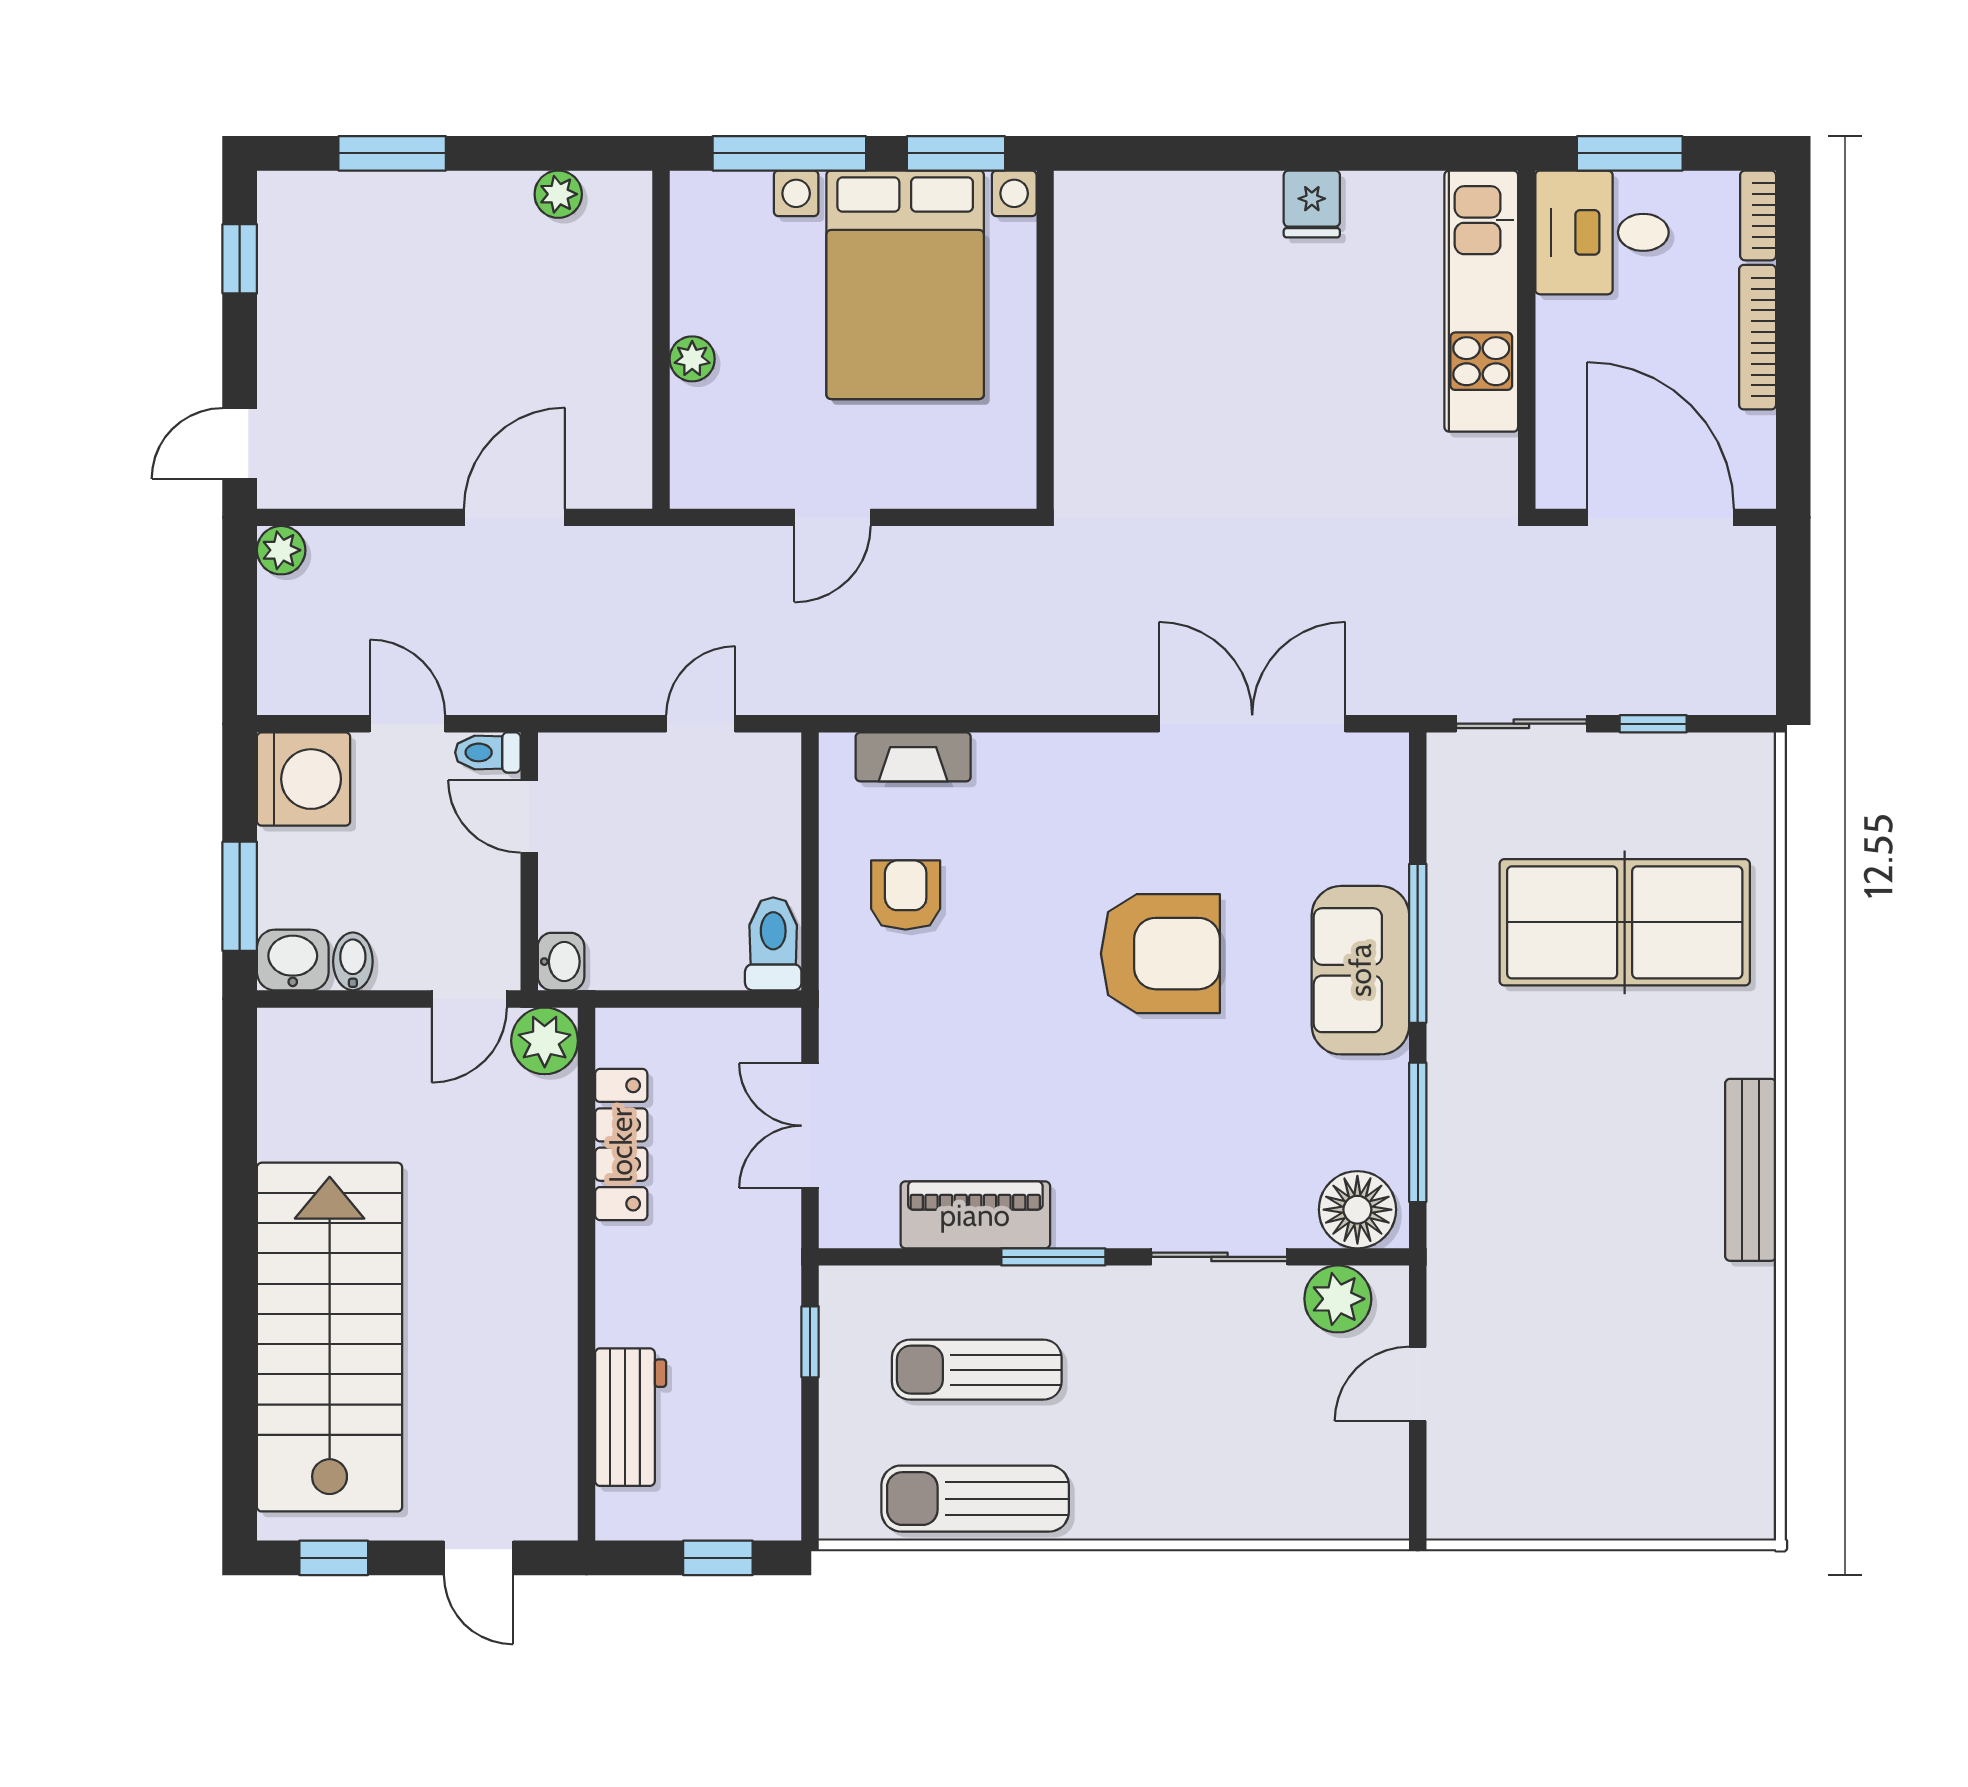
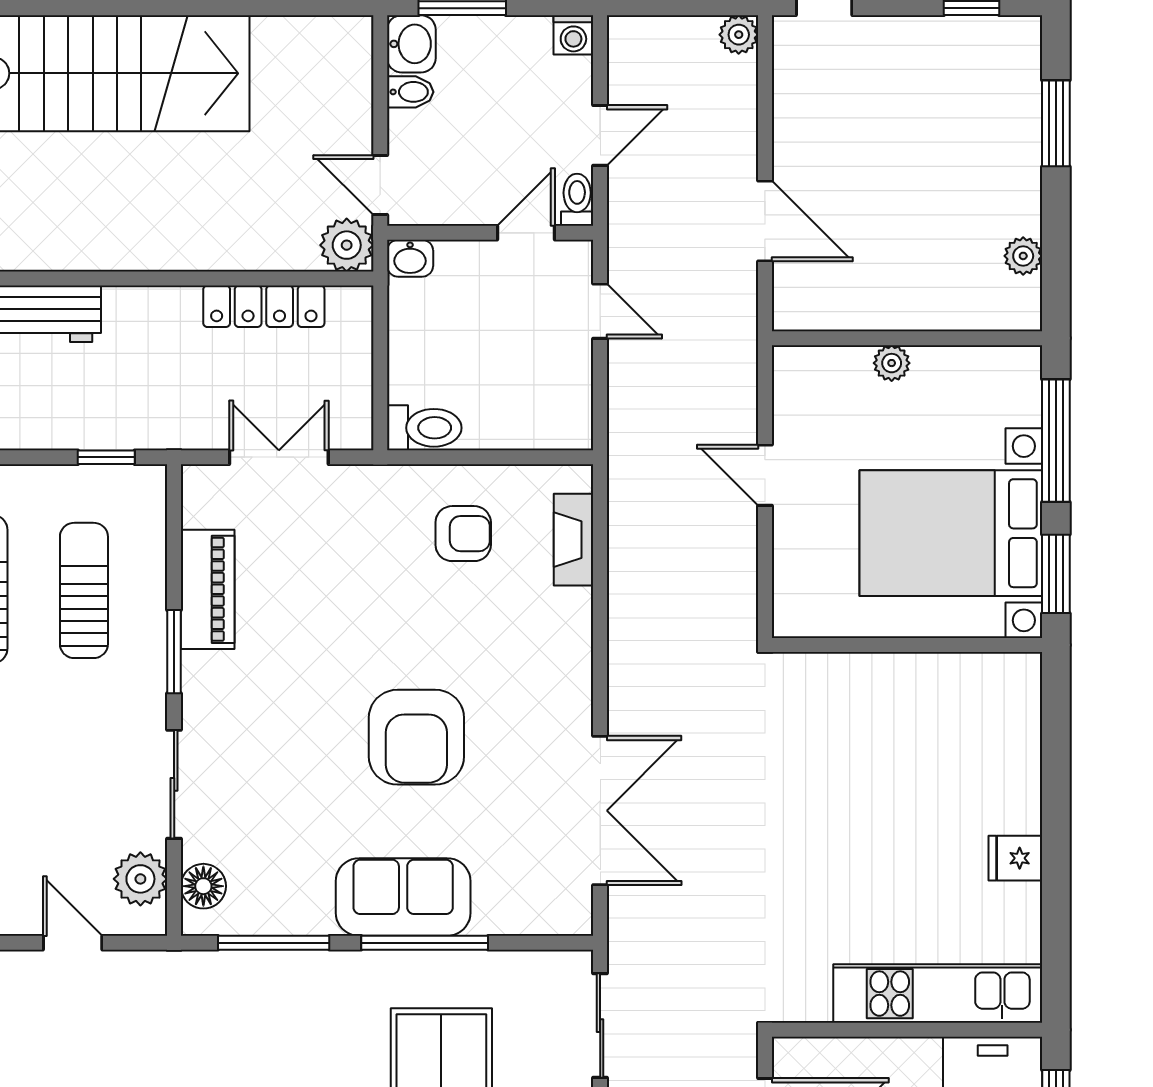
door: (701, 724) -> (600, 311), moved
washing machine: (304, 779) -> (573, 35), width x0.53, depth x0.53
floor lamp: (1357, 1210) -> (203, 886), width x0.73, depth x0.73

